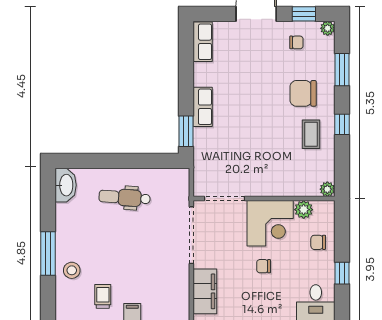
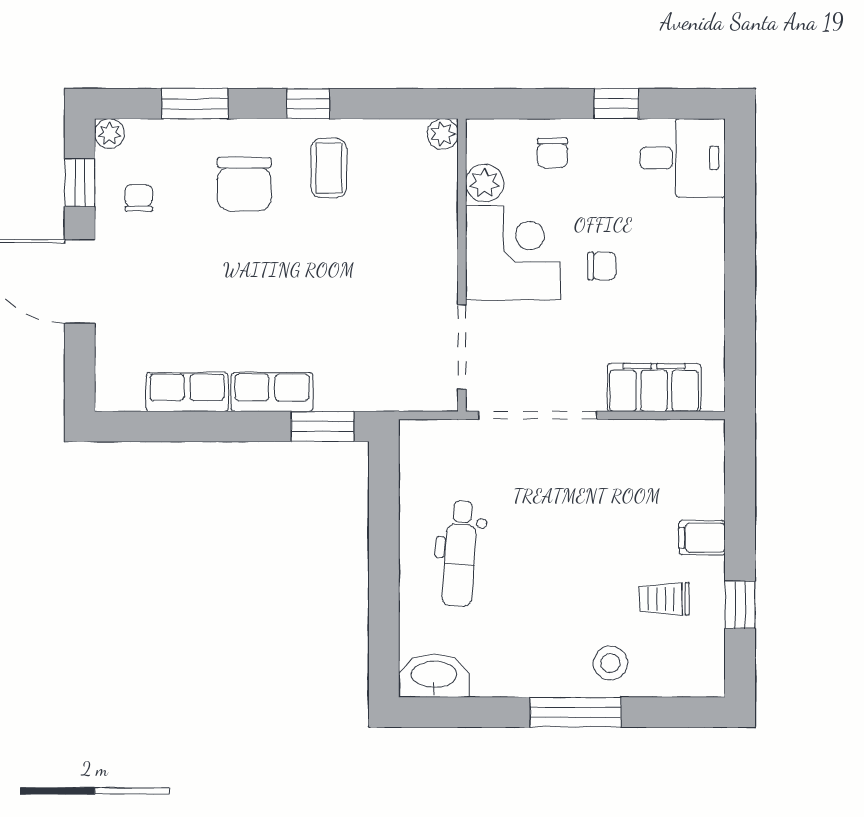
row of seats: (203, 42) -> (187, 392), moved
coffee table: (311, 134) -> (329, 168), turned 90
chair: (264, 266) -> (602, 266), turned -90

